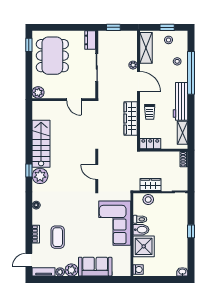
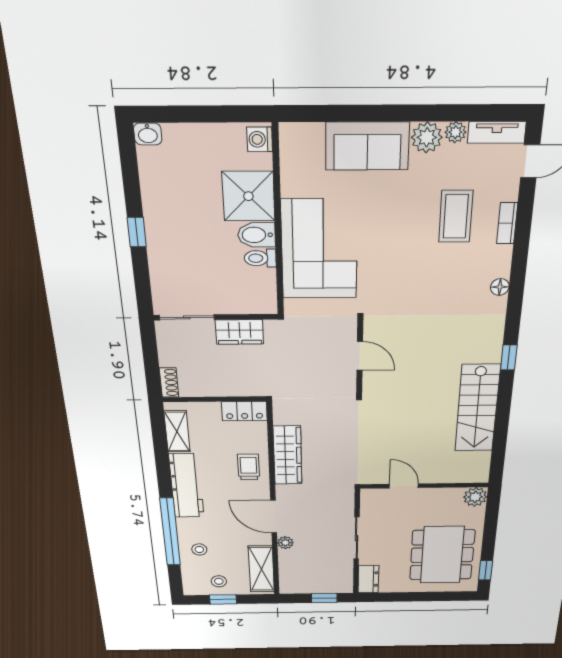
plant: (40, 176) -> (485, 347), removed
stool: (148, 200) -> (243, 301), removed

